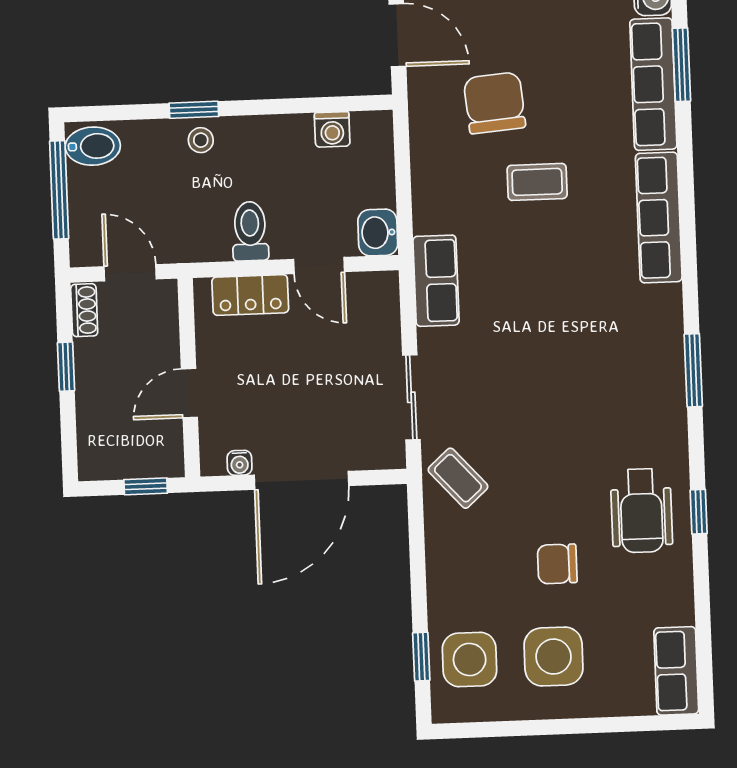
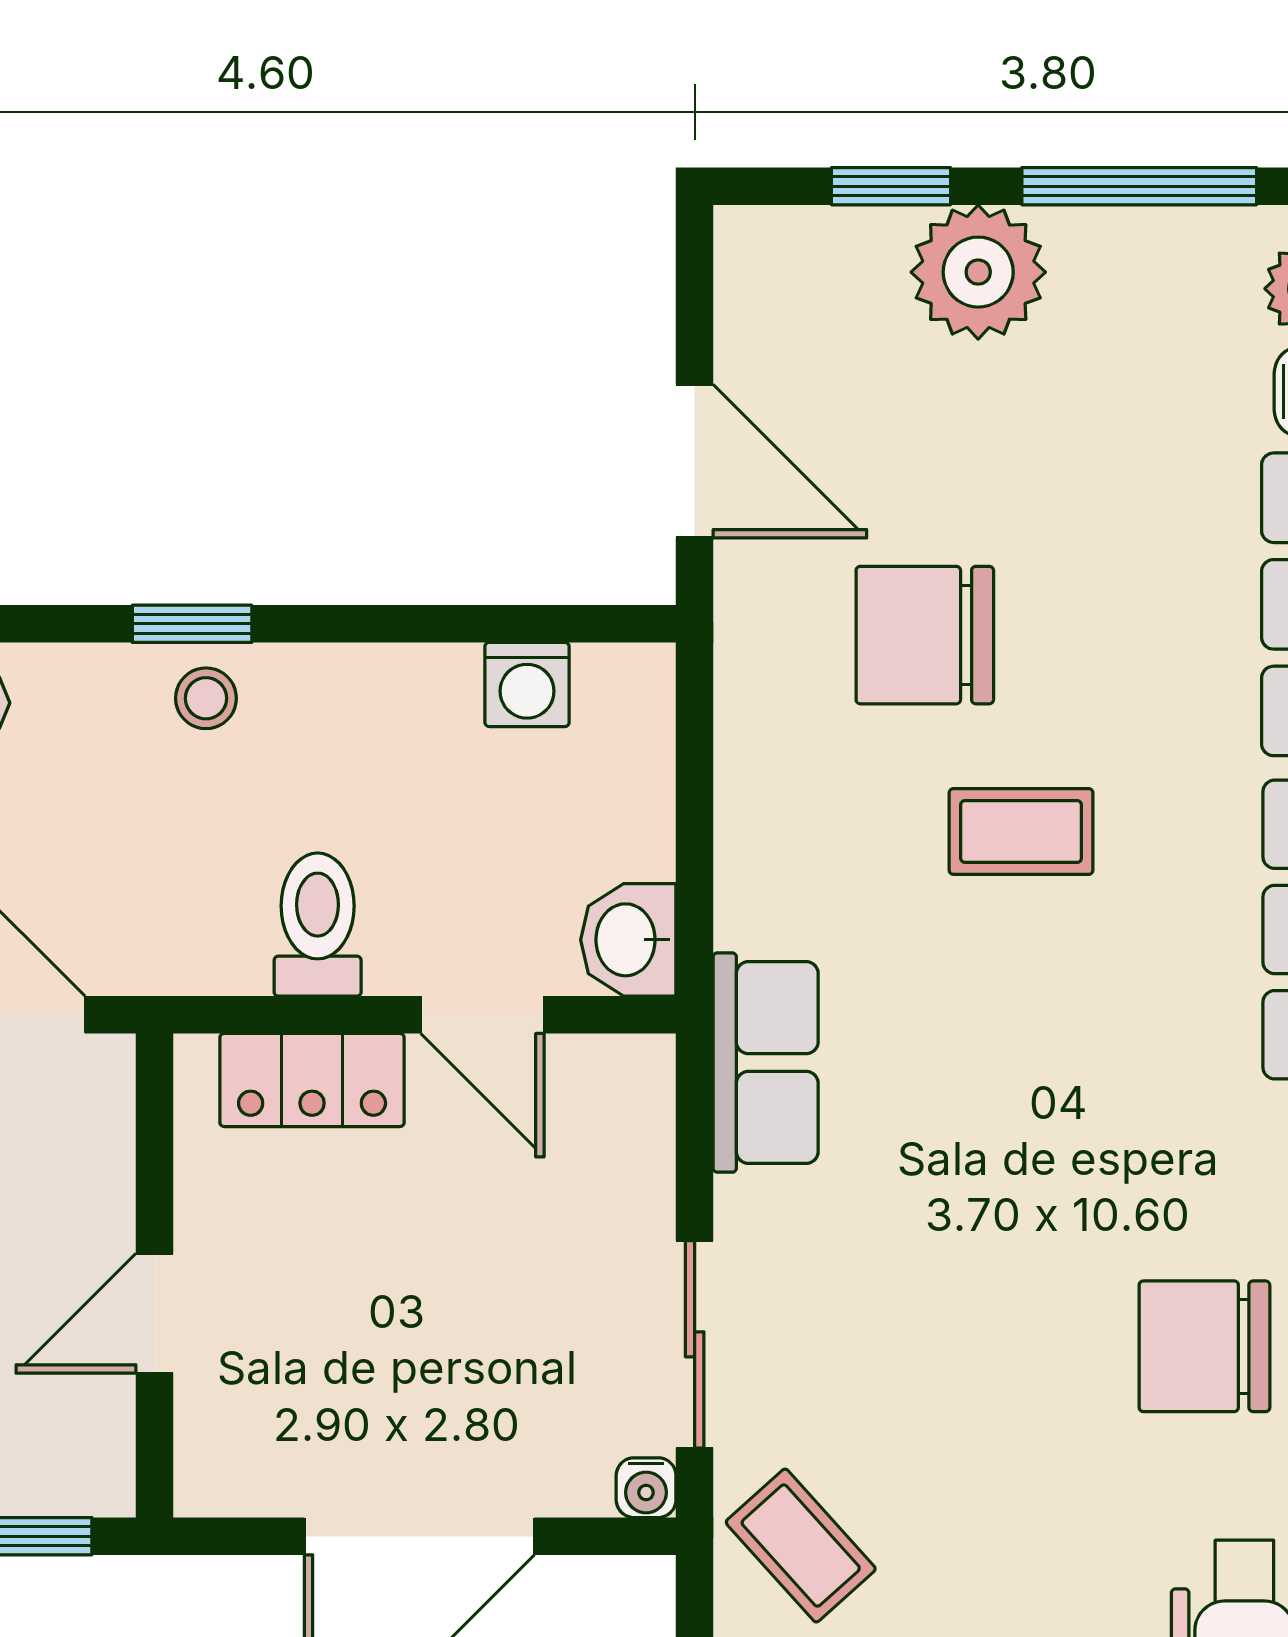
chair: (495, 103) -> (925, 635), turned -85
chair: (620, 390) -> (1204, 1346), added
water cooler: (240, 463) -> (646, 1488), moved

